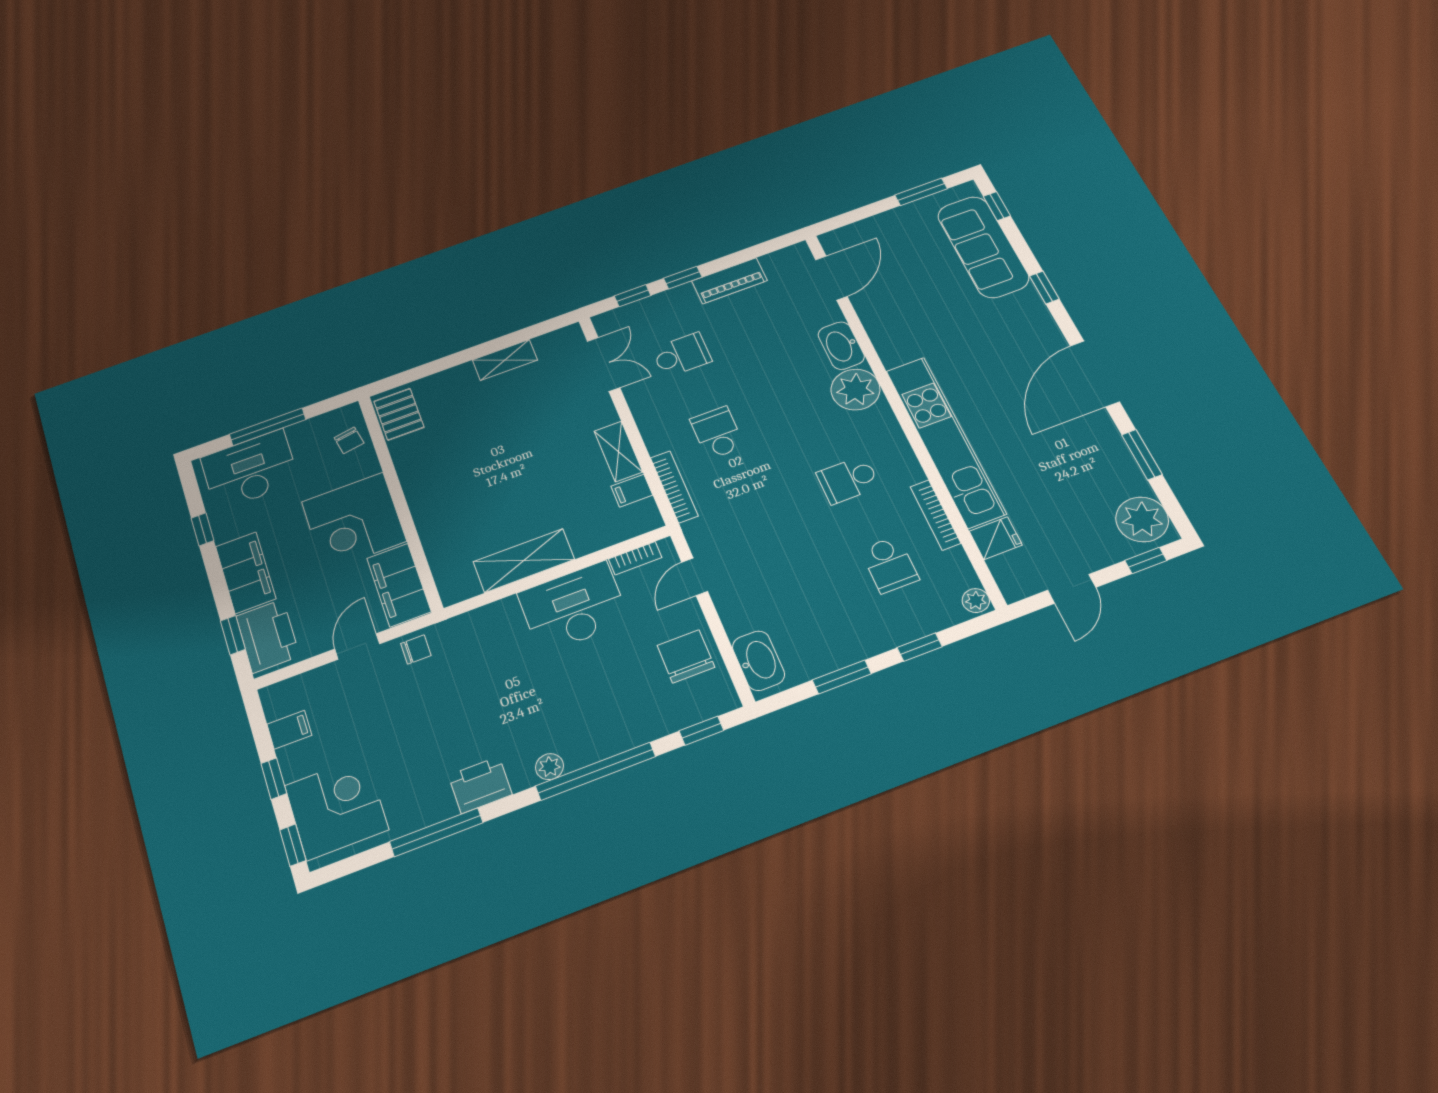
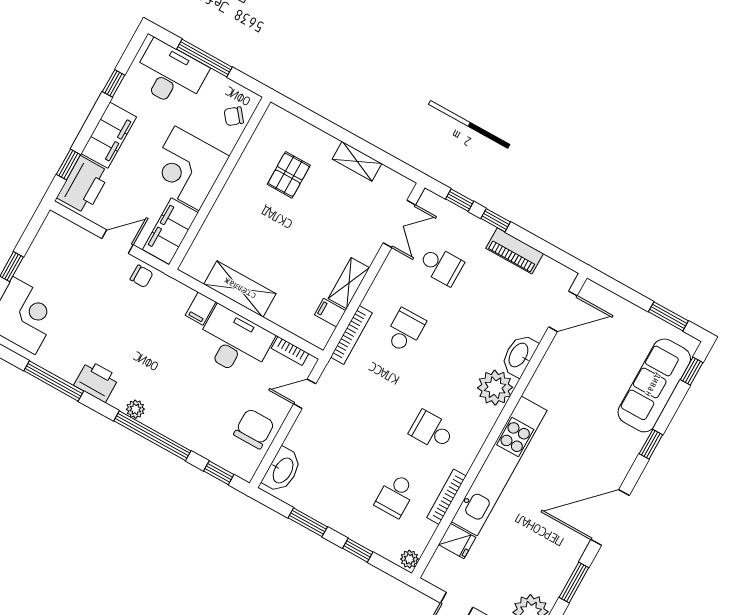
pallet: (399, 414) -> (289, 175), moved
chair: (349, 440) -> (234, 116), turned 61
filing cabinet: (289, 730) -> (201, 308), moved, turned 90

